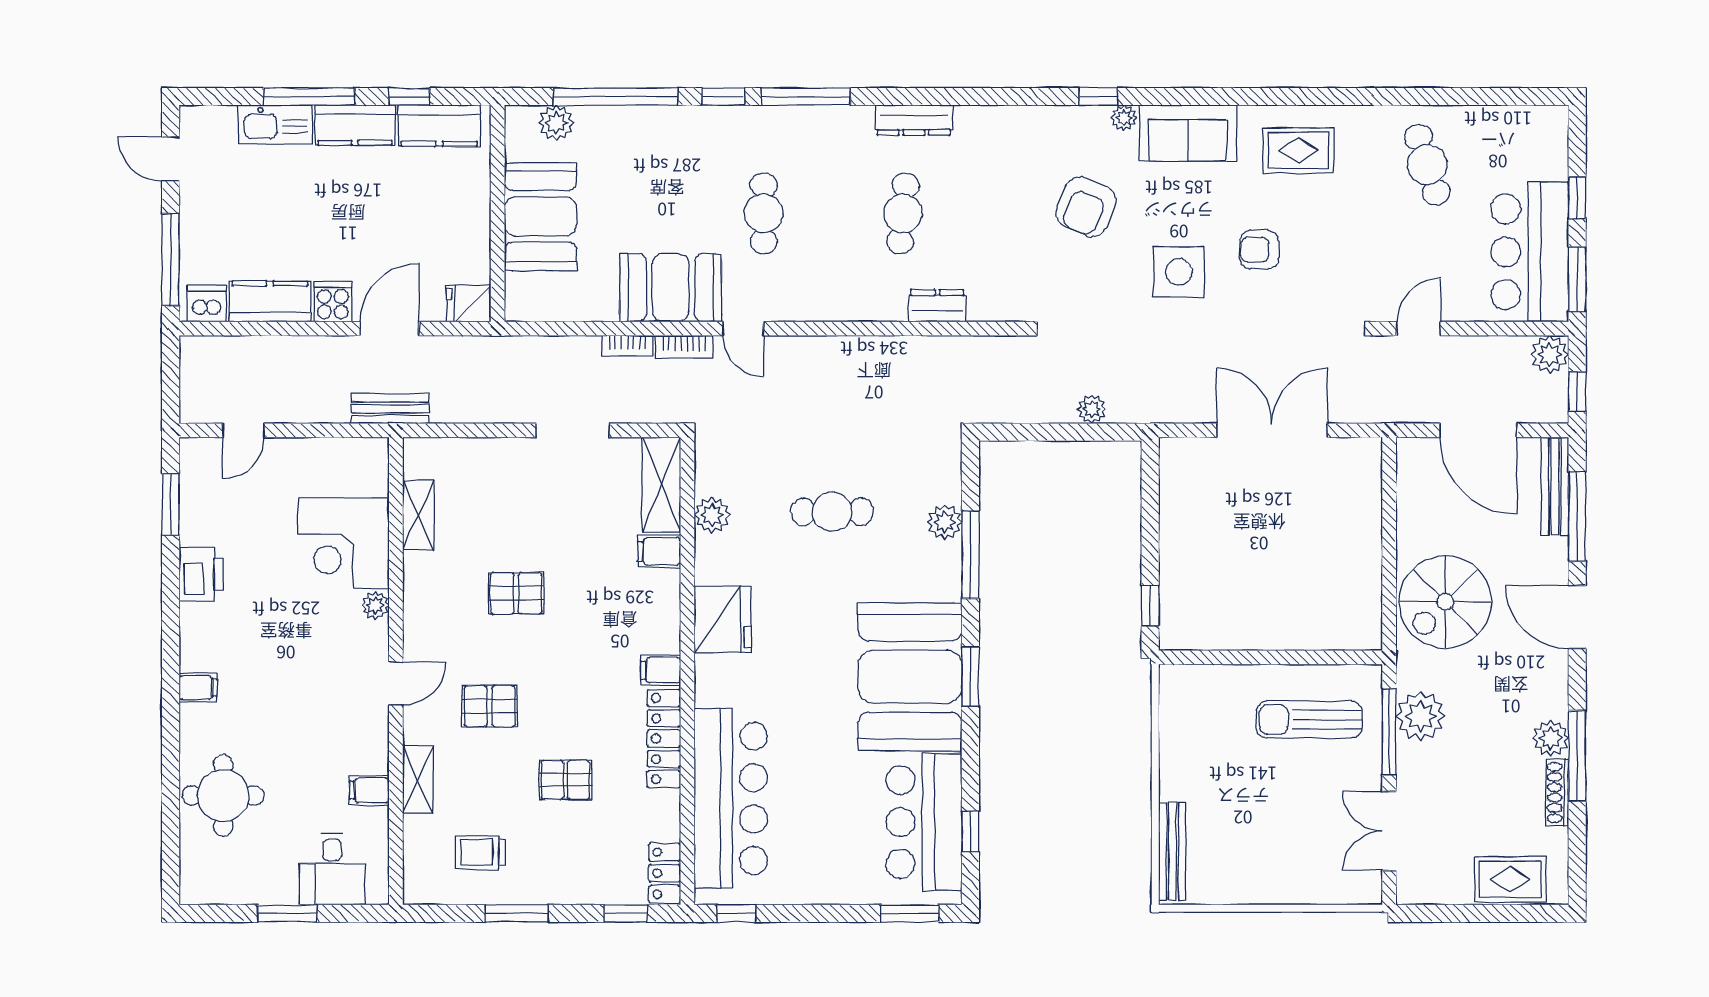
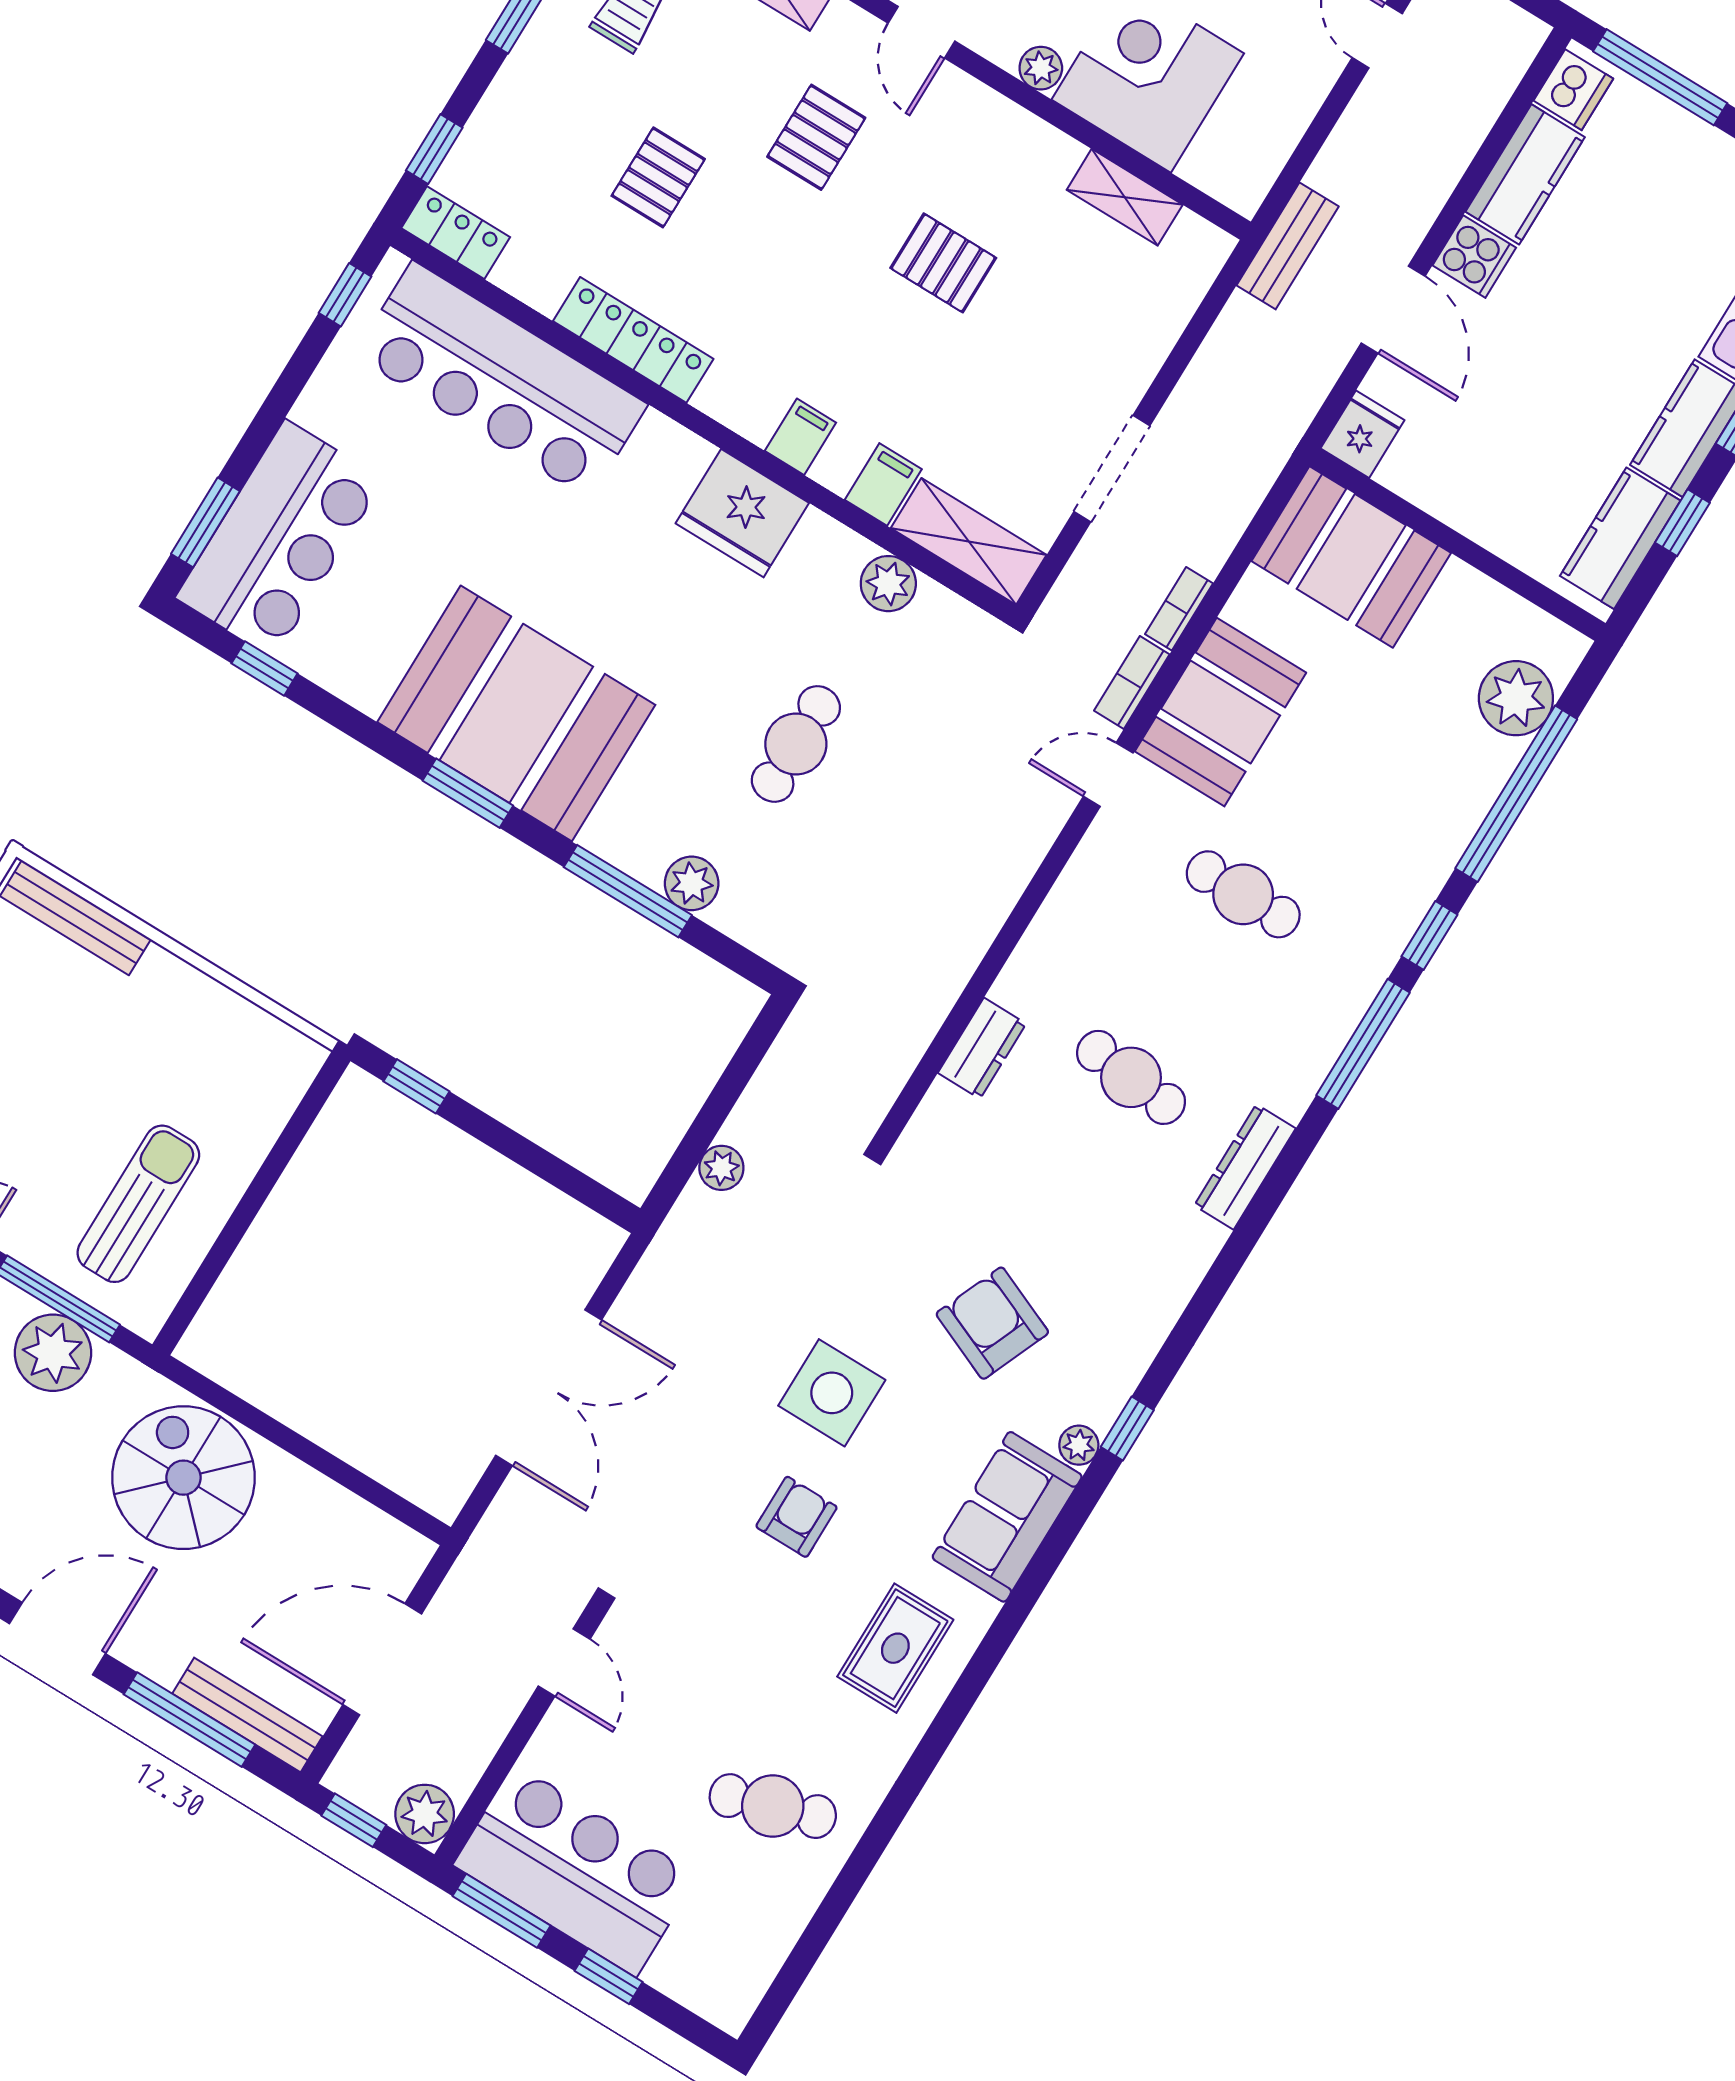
plant: (556, 123) -> (1516, 698), width x1.36, depth x1.36
booth: (541, 216) -> (1351, 557), moved
pallet: (516, 593) -> (943, 263), turned 90
filing cabinet: (661, 670) -> (800, 437), moved
bar counter: (924, 822) -> (280, 539), moved, turned 90

